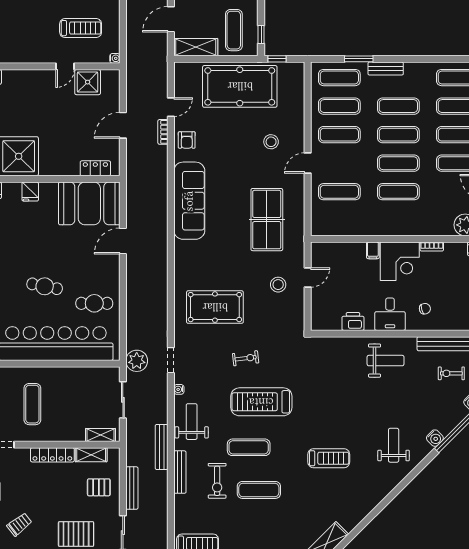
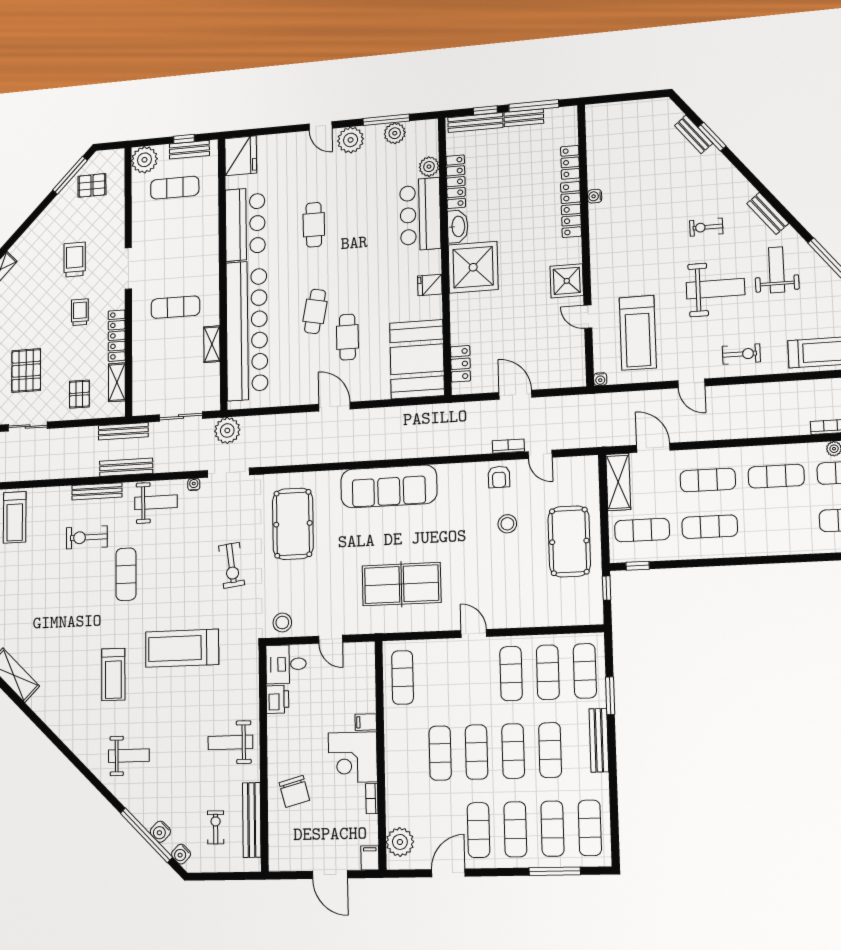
treadmill: (81, 28) -> (638, 333), width x1.37, depth x1.38
bench: (386, 69) -> (599, 740), width x1.36
shower: (88, 82) -> (567, 281), moved
pool table: (240, 86) -> (569, 541), width x0.73, depth x0.76
armchair: (187, 140) -> (499, 477), turned -90
stool: (271, 142) -> (507, 524), moved
exercise mat: (339, 192) -> (403, 677), moved
sofa: (189, 201) -> (389, 486), moved
door: (123, 241) -> (335, 407), moved
stool: (278, 285) -> (282, 622), moved
cafe table: (94, 303) -> (347, 337), moved
chair: (425, 309) -> (294, 791), width x1.87, depth x1.87
desk: (390, 314) -> (286, 664), moved
exercise bike: (246, 358) -> (232, 565), width x1.38, depth x1.39
doorway: (171, 360) -> (229, 473), width x1.38
weight bench: (386, 361) -> (230, 742), turned 90
treadmill: (261, 402) -> (182, 648), moved, turned -90
shelving: (100, 435) -> (212, 344), moved
water cooler: (435, 438) -> (160, 832), moved
bench: (132, 488) -> (123, 431), moved
exercise mat: (259, 490) -> (76, 589), removed
trolley: (19, 524) -> (80, 312), moved, turned -142

